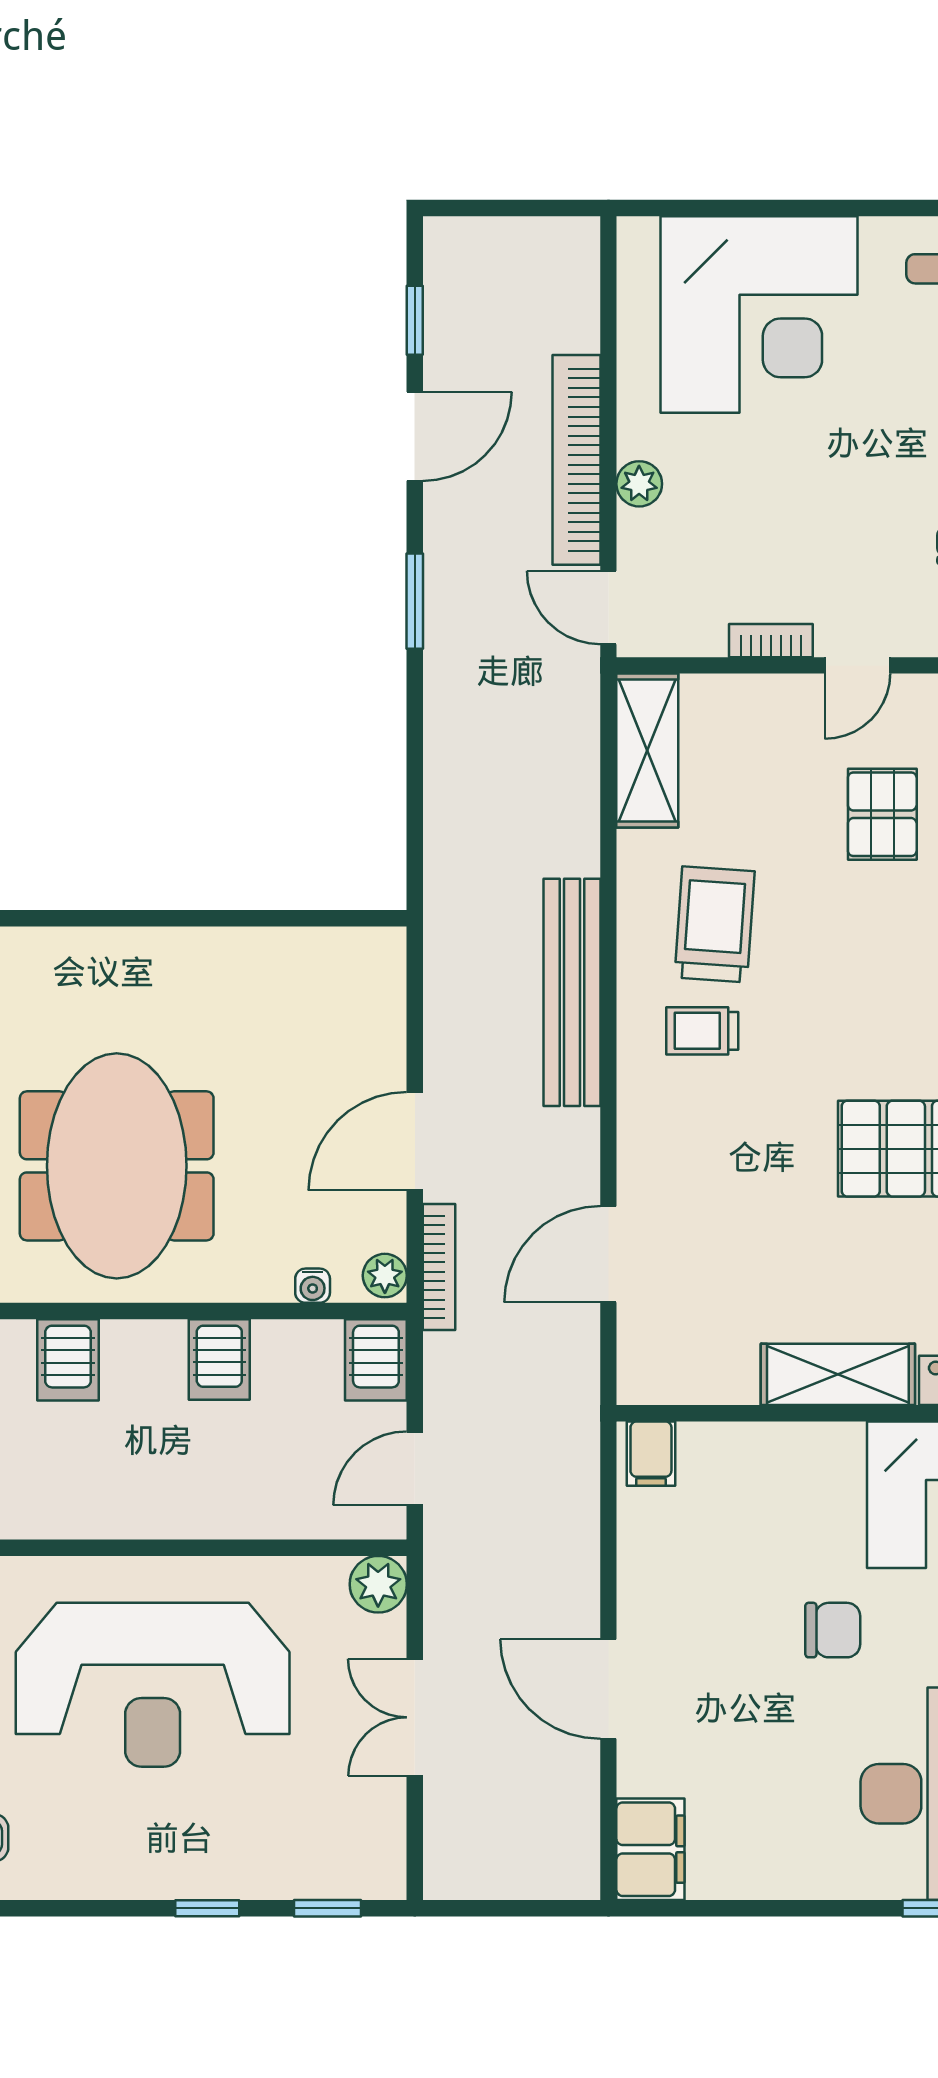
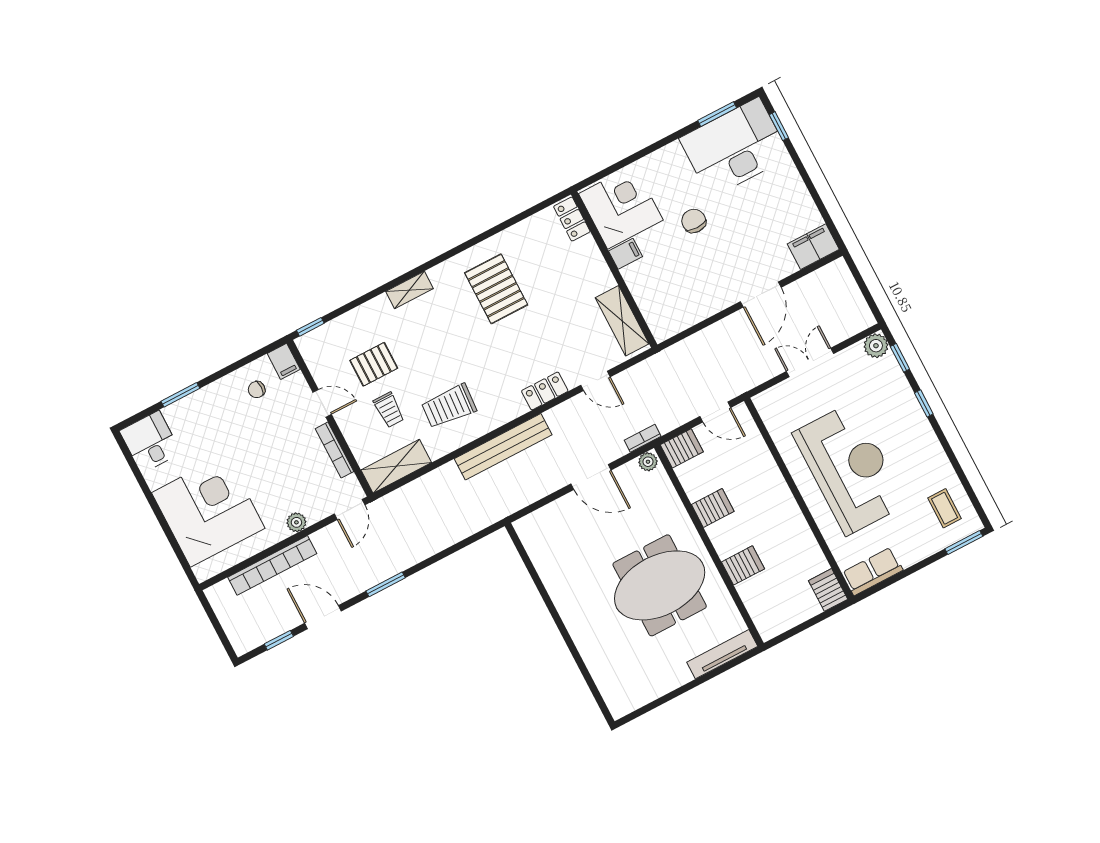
bookcase: (577, 460) -> (272, 565), moved
bookcase: (771, 641) -> (335, 450), width x1.56
trolley: (702, 1031) -> (389, 410), moved
locker: (642, 1139) -> (545, 391), added
door: (608, 1254) -> (595, 381), width x0.73
bookcase: (439, 1267) -> (643, 438), width x0.64
water cooler: (313, 1286) -> (666, 487), removed
shelving: (838, 1374) -> (622, 321), moved
filing cabinet: (651, 1454) -> (625, 254), moved
plant: (378, 1584) -> (876, 346), moved
double door: (415, 1717) -> (810, 362), swing flipped

